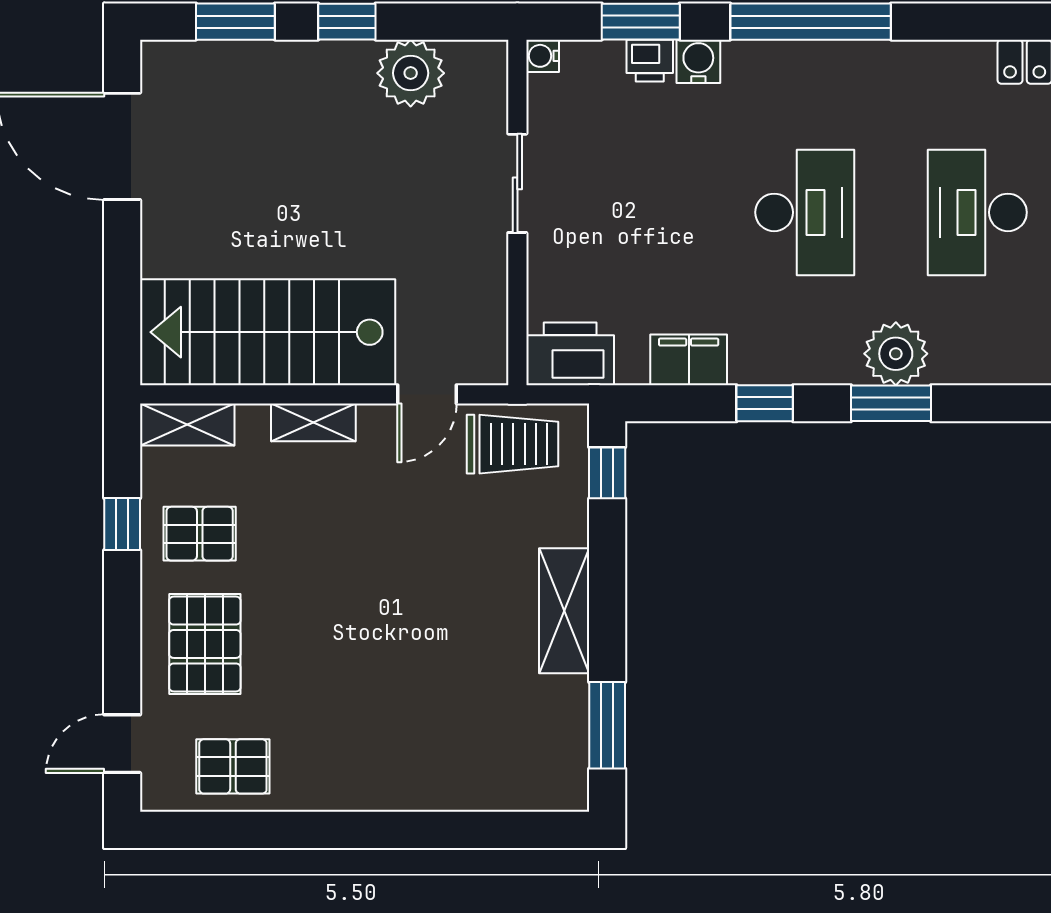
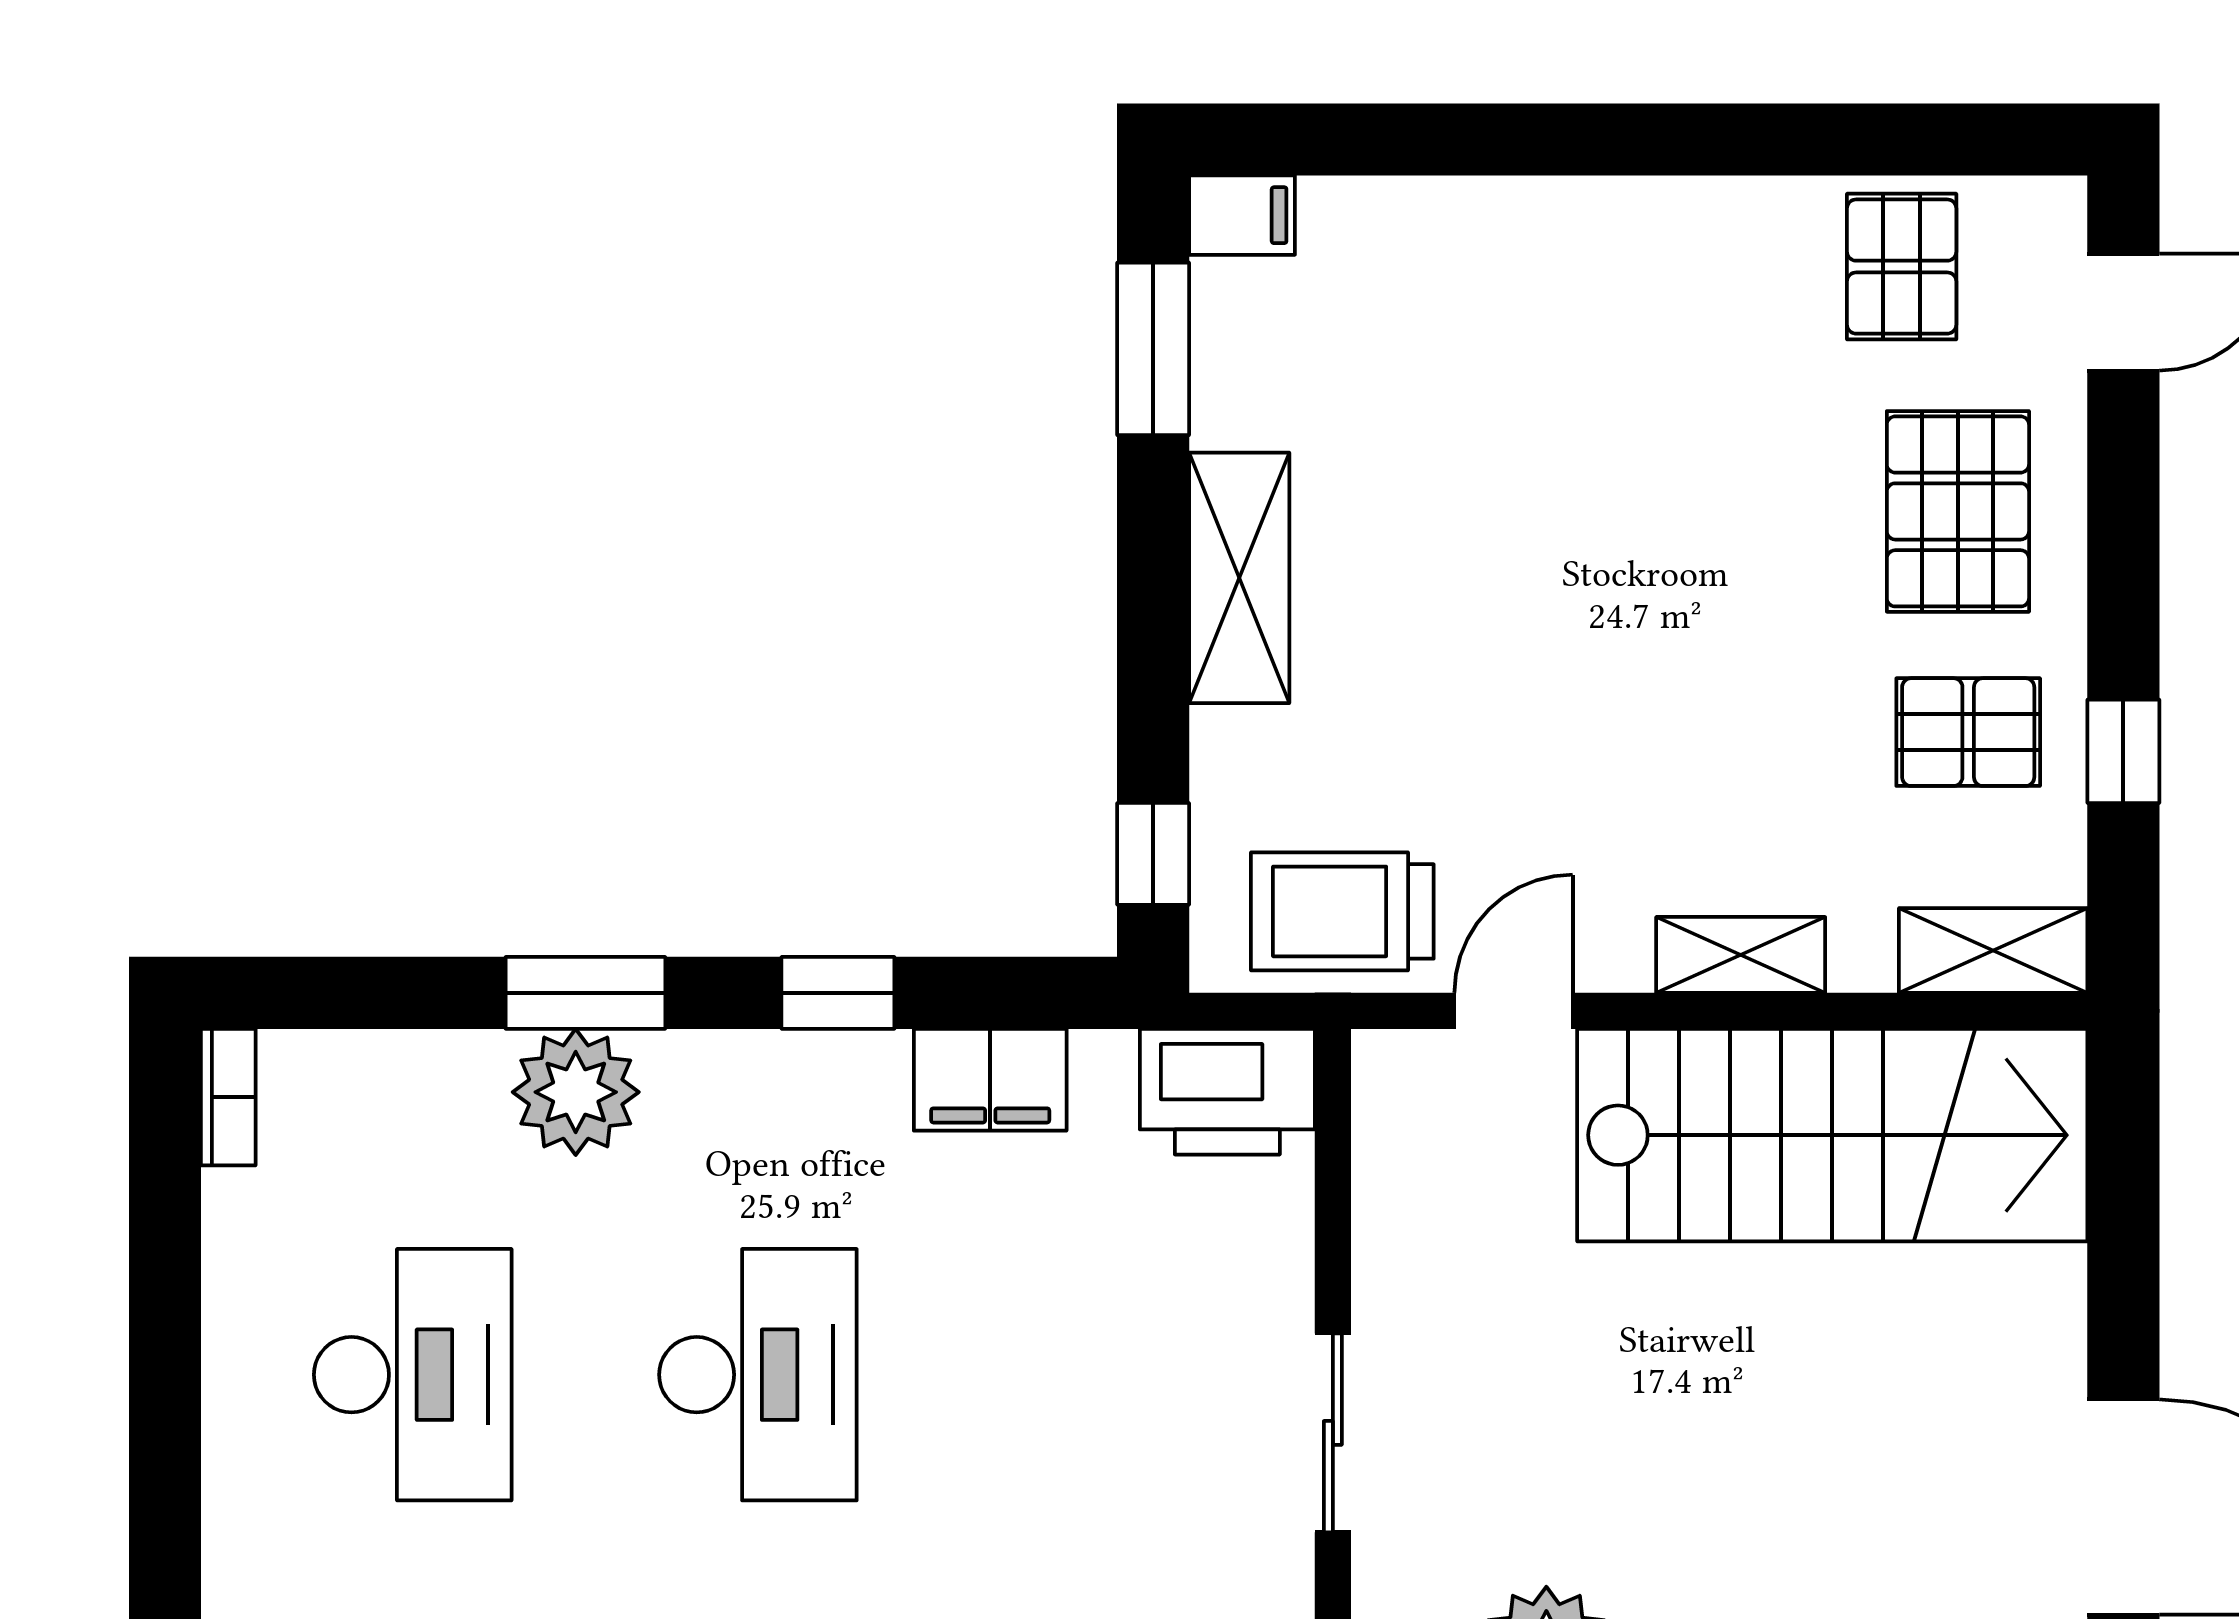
desk: (805, 212) -> (758, 1375), turned 180
pallet: (233, 766) -> (1902, 267), turned 90
filing cabinet: (563, 792) -> (1242, 215), added

